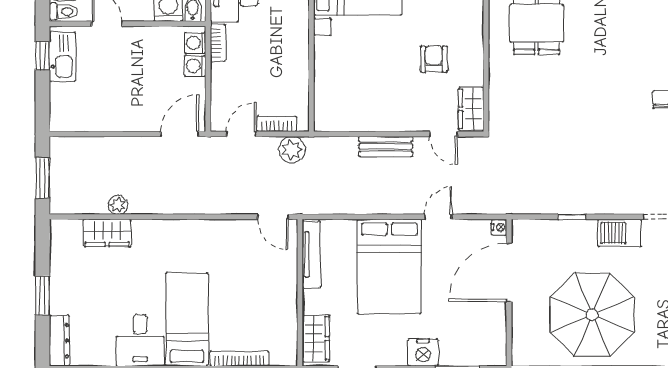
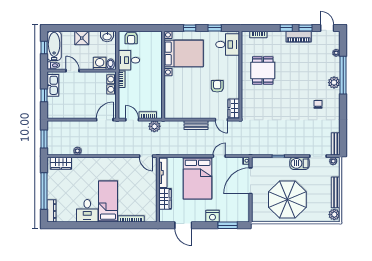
window: (43, 56) -> (44, 95), moved
door: (241, 134) -> (132, 120), hinge flipped
wardrobe: (107, 233) -> (61, 163), moved
window: (43, 295) -> (44, 191), width x2.11
wardrobe: (316, 338) -> (165, 199), moved

